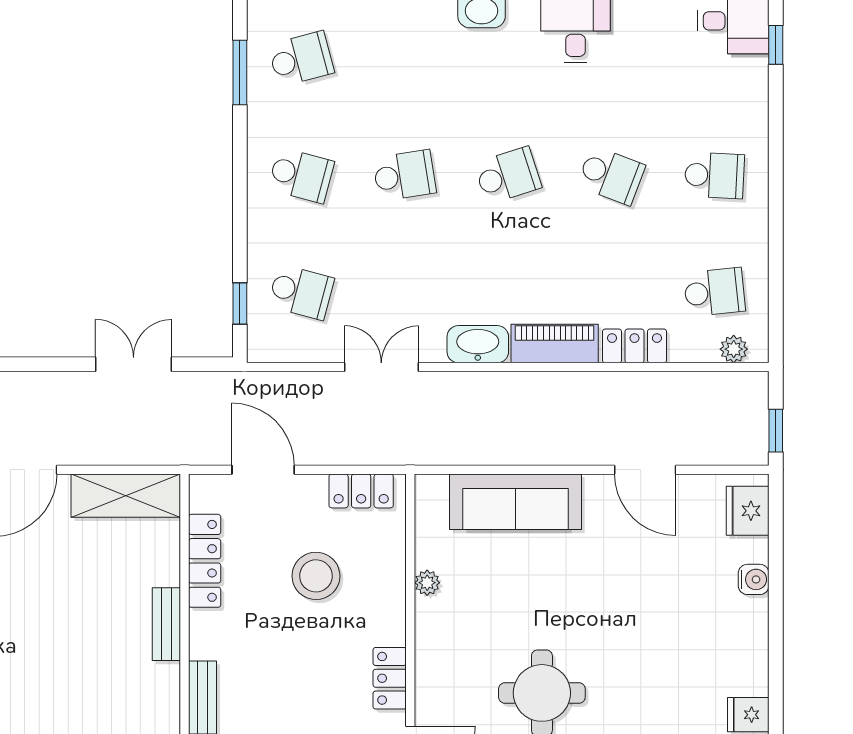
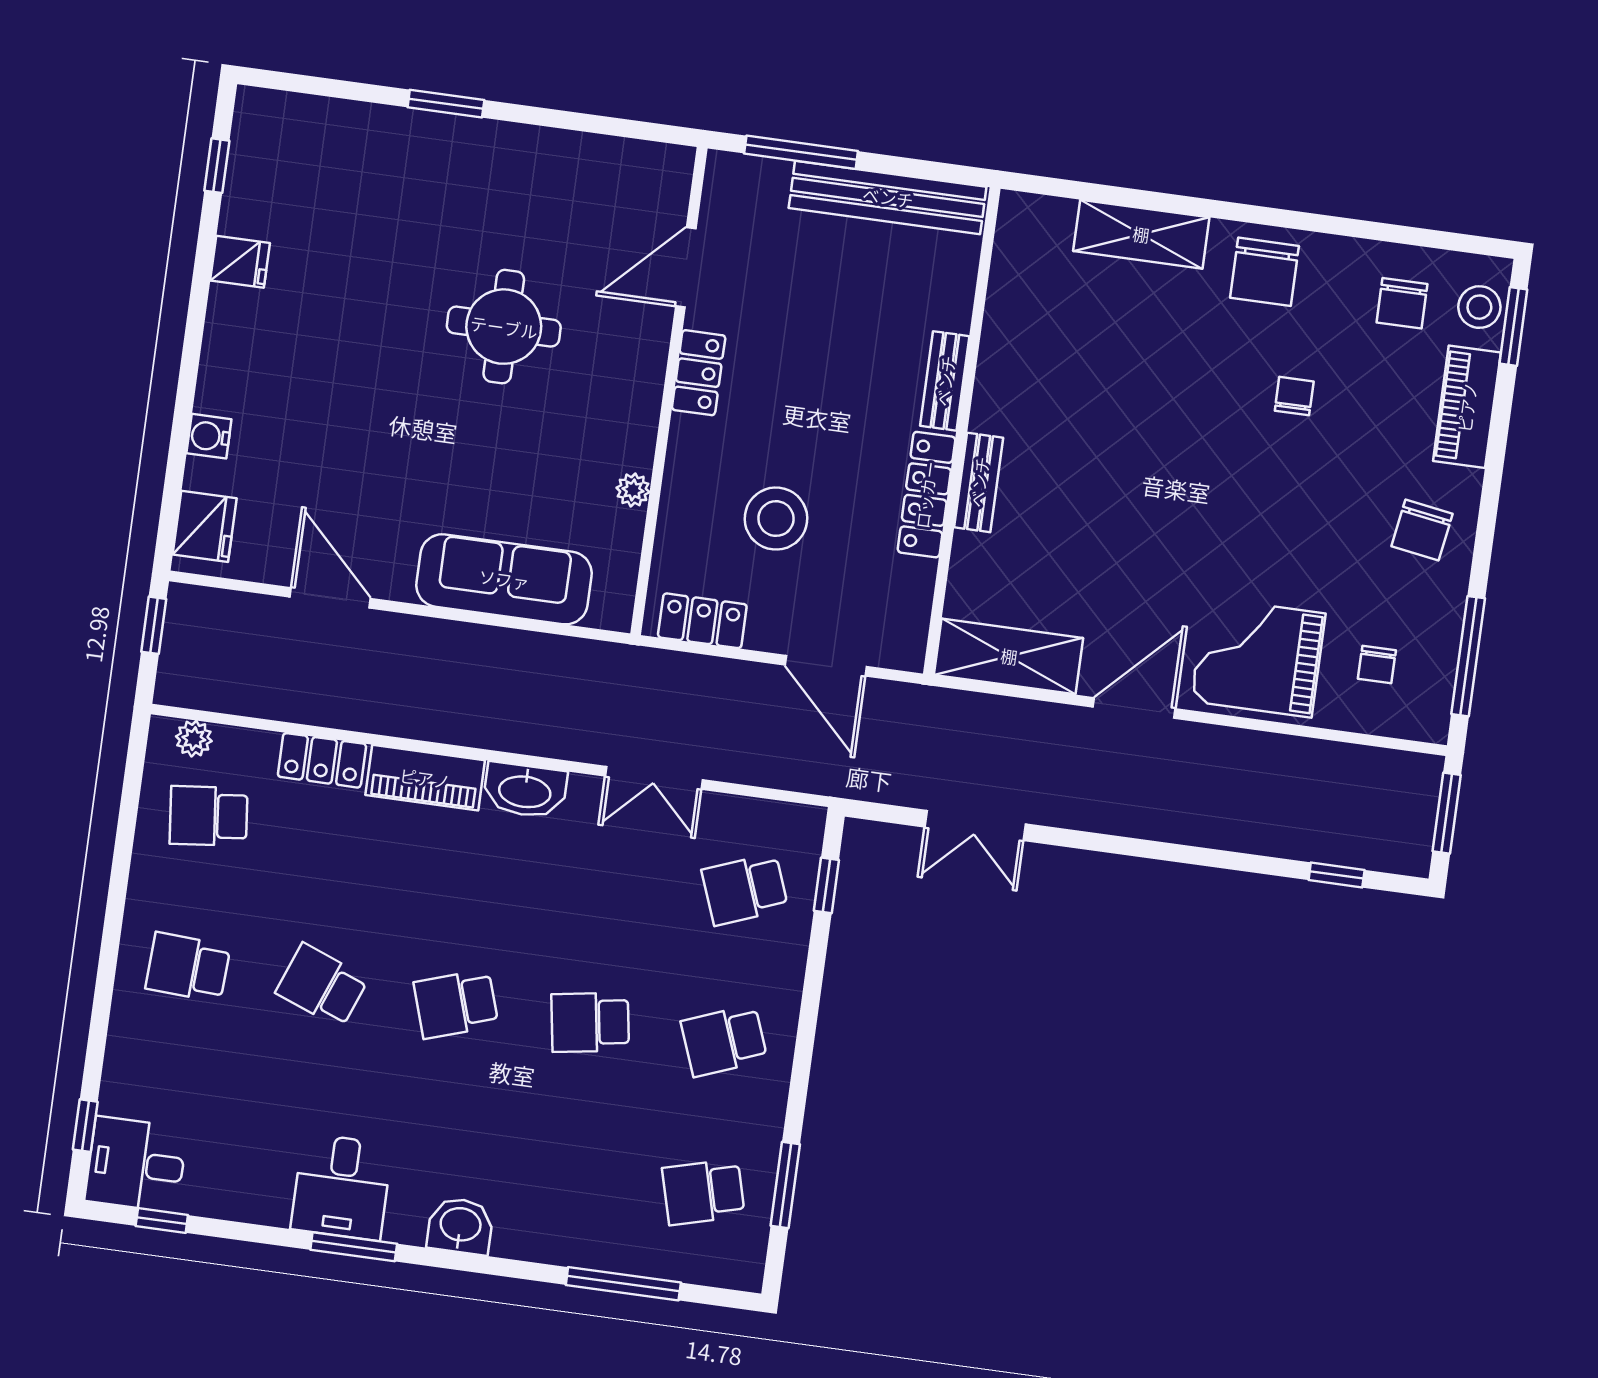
school desk: (301, 175) -> (724, 1041), turned -36
school desk: (301, 292) -> (745, 889), turned -36
locker: (205, 561) -> (926, 495), moved

